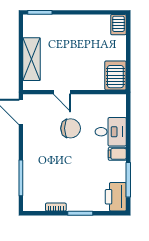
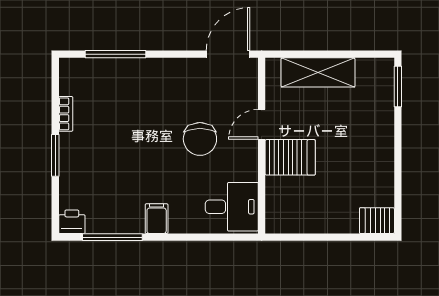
server rack: (115, 75) -> (290, 157), moved
desk: (111, 132) -> (232, 207), moved, turned -90
printer: (116, 197) -> (72, 222), width x0.53, depth x0.68

